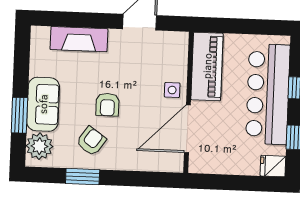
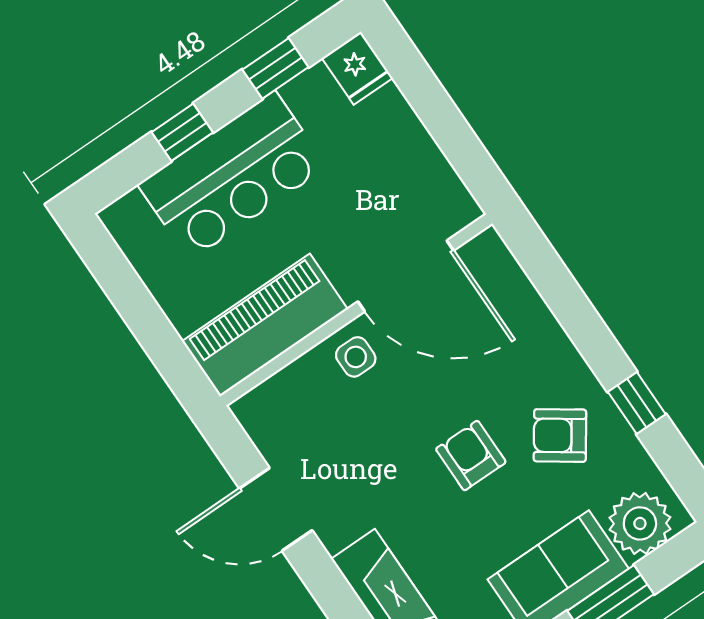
bar counter: (268, 94) -> (232, 176), width x0.73
armchair: (107, 105) -> (471, 456), turned -90
window: (83, 177) -> (637, 403), width x0.67

